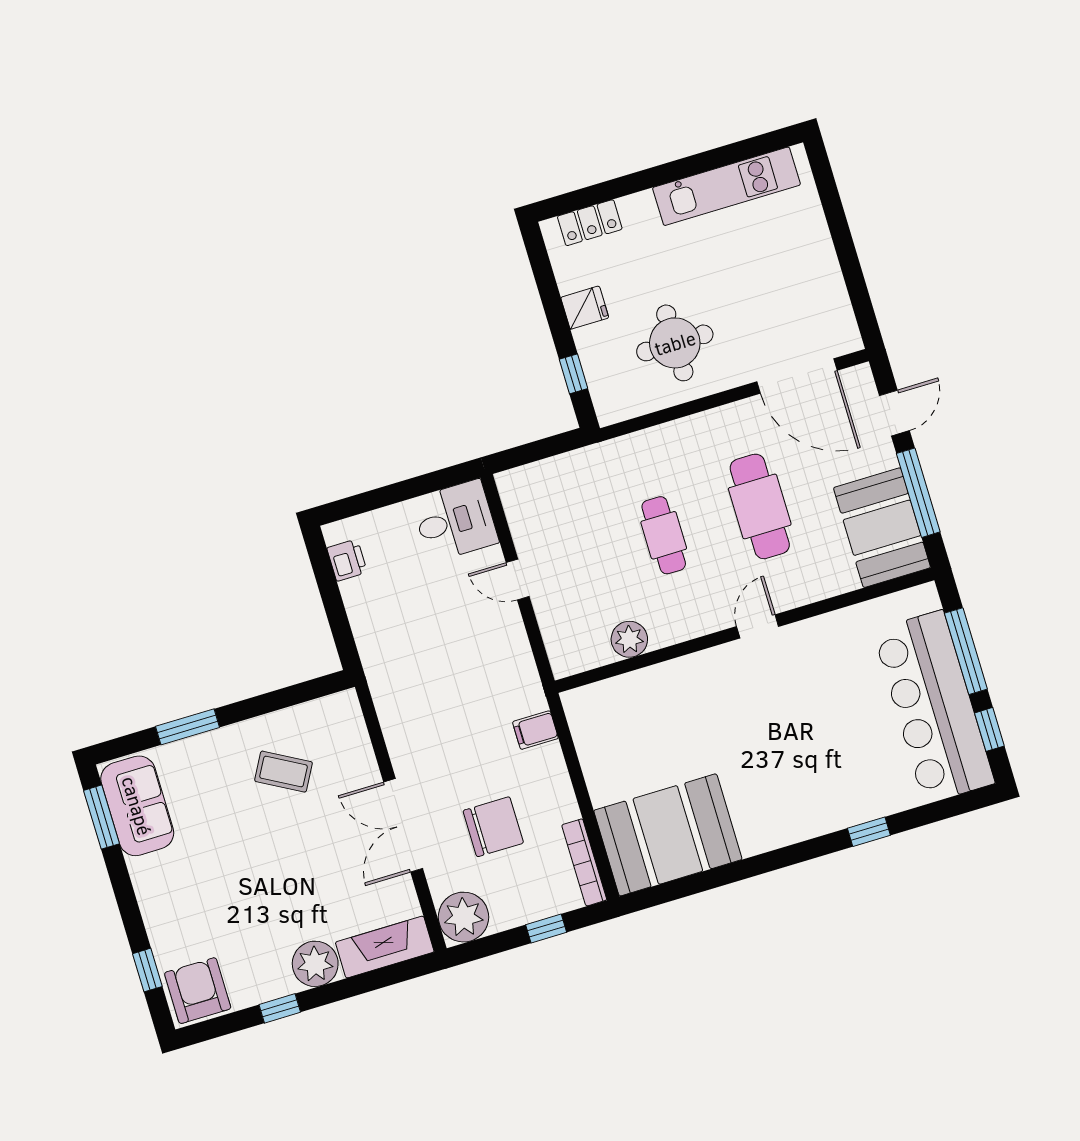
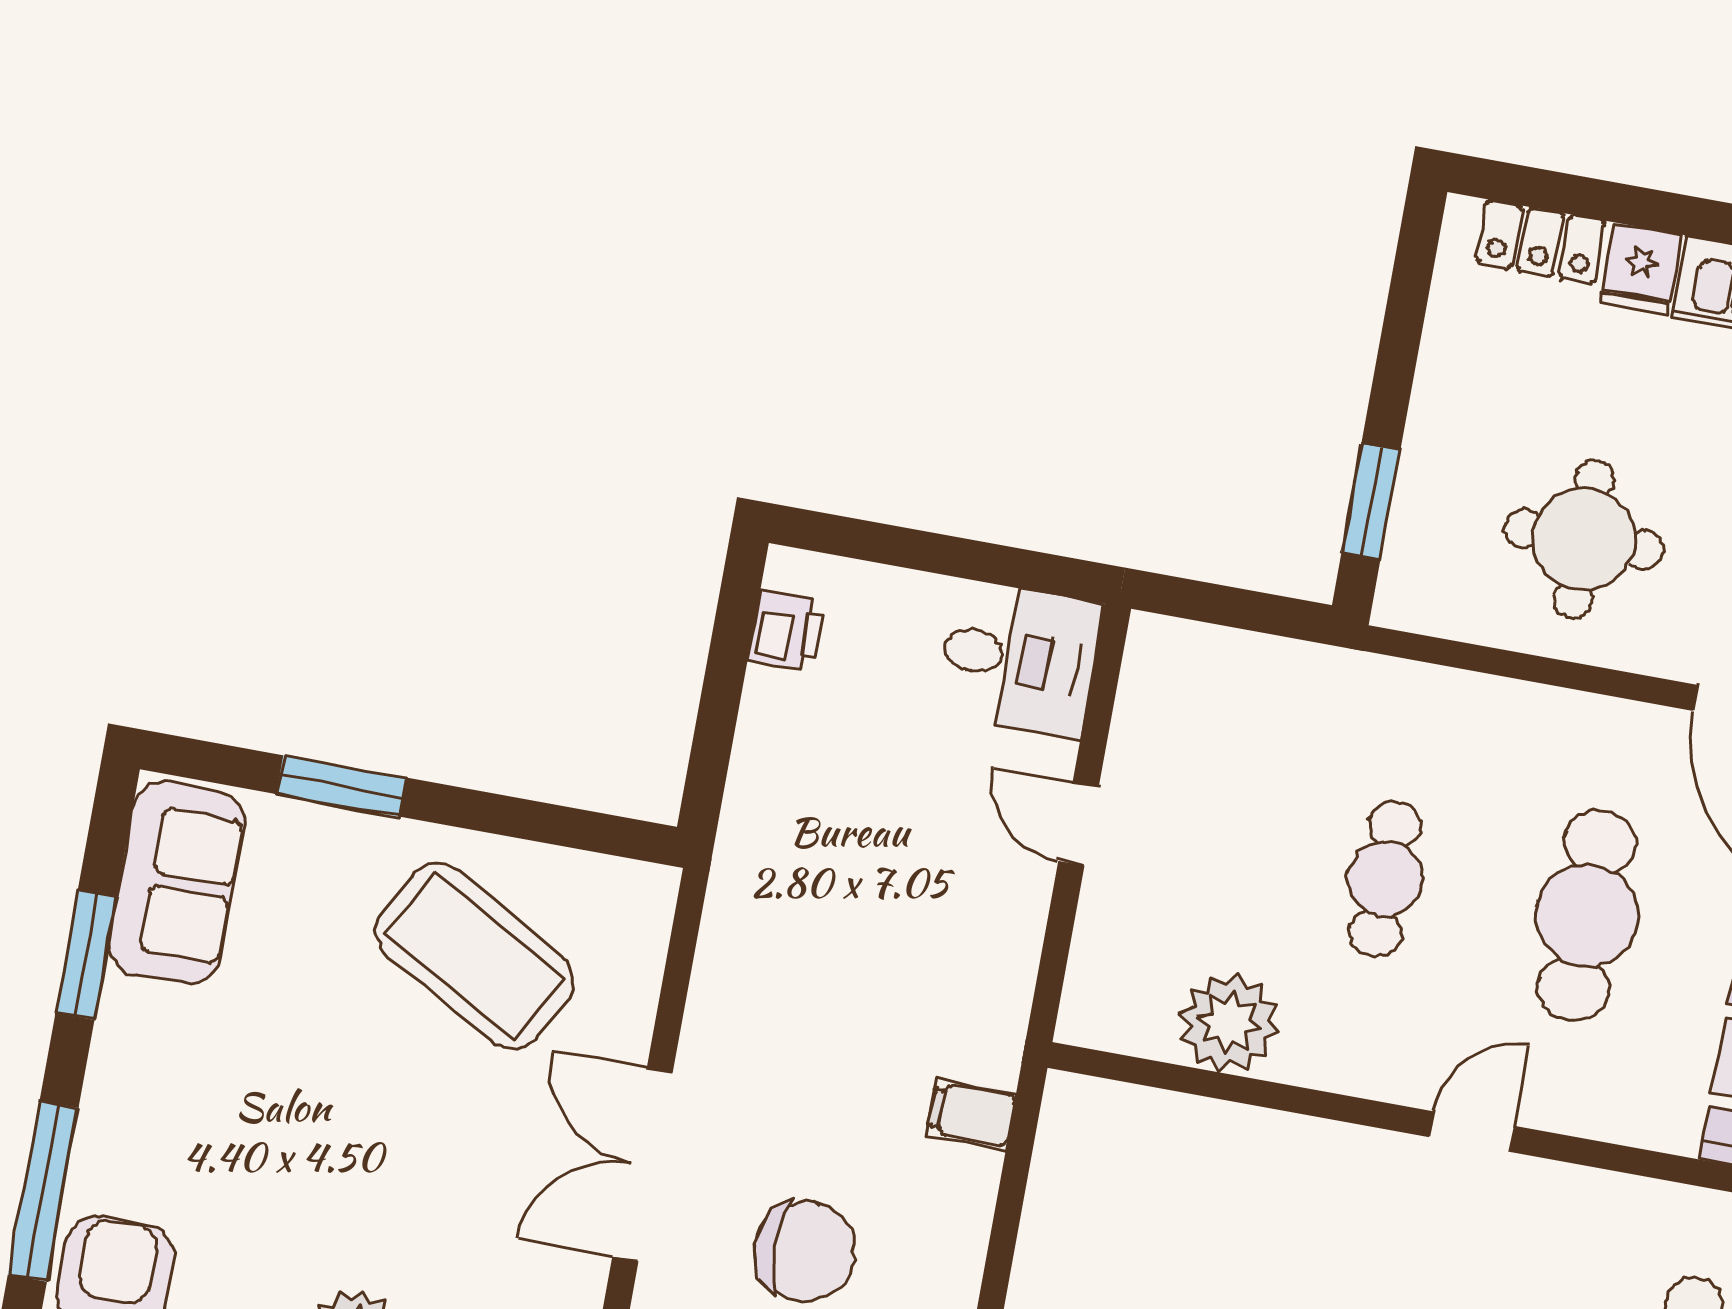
fridge: (585, 308) -> (1641, 269), moved, turned 90
window: (573, 374) -> (1371, 501), width x1.50
plant: (629, 639) -> (1229, 1023), width x1.36, depth x1.36
coffee table: (284, 772) -> (475, 956), width x1.86, depth x1.72
window: (102, 817) -> (86, 955), moved
window: (147, 970) -> (43, 1191), width x2.17

